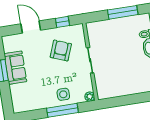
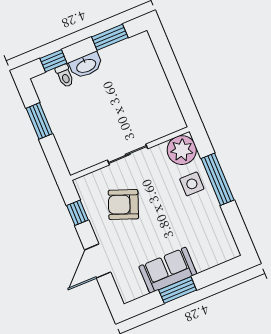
window: (123, 12) -> (39, 121), width x0.69
plant: (90, 97) -> (182, 150), width x1.88, depth x1.88

